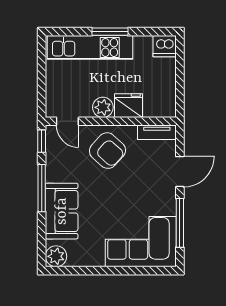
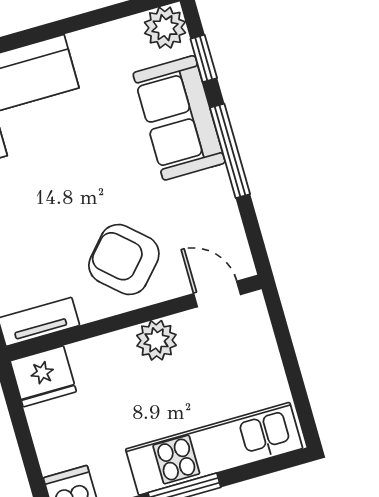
fridge: (128, 106) -> (43, 376), moved
window: (42, 141) -> (204, 58), moved

